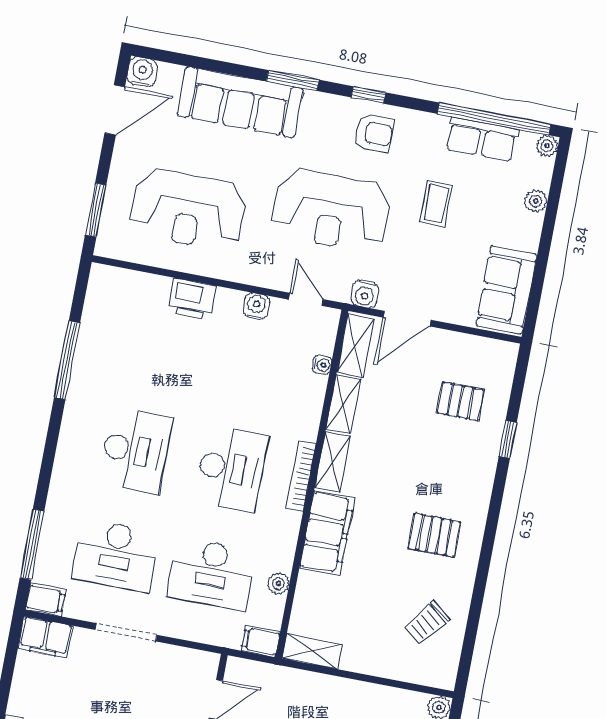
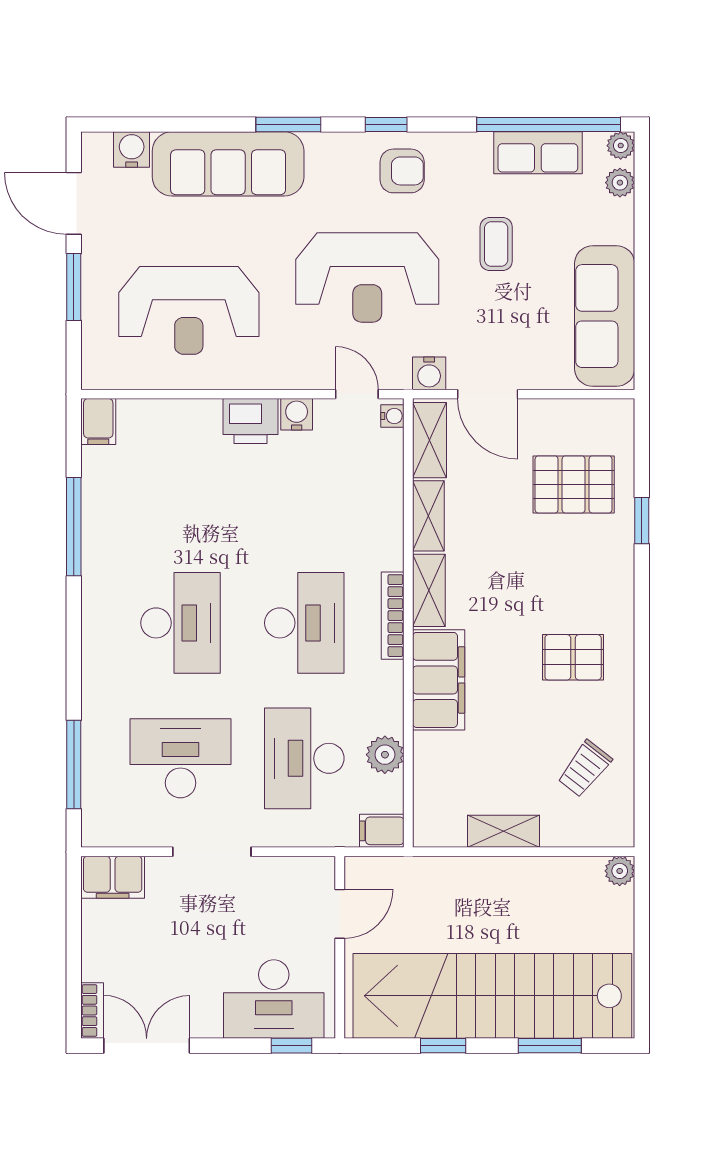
water cooler: (142, 72) -> (132, 150), moved
door: (115, 110) -> (74, 203), swing flipped
plant: (536, 201) -> (620, 183), moved
window: (96, 210) -> (74, 287), moved
sofa: (506, 290) -> (605, 316), width x1.36
printer: (192, 299) -> (251, 421), moved
door: (407, 319) -> (488, 394), hinge flipped
water cooler: (322, 365) -> (392, 416), moved
pallet: (460, 401) -> (574, 484), width x1.50, depth x1.42
desk: (116, 555) -> (181, 758), turned 180
desk: (211, 574) -> (304, 758), turned 90
plant: (278, 583) -> (385, 755), width x1.38, depth x1.38
filing cabinet: (46, 600) -> (98, 421), moved, turned 90
shelving: (312, 651) -> (504, 831), moved

